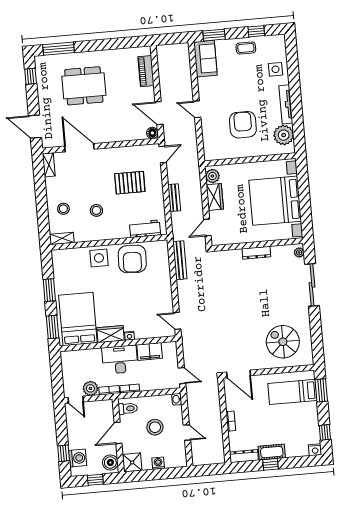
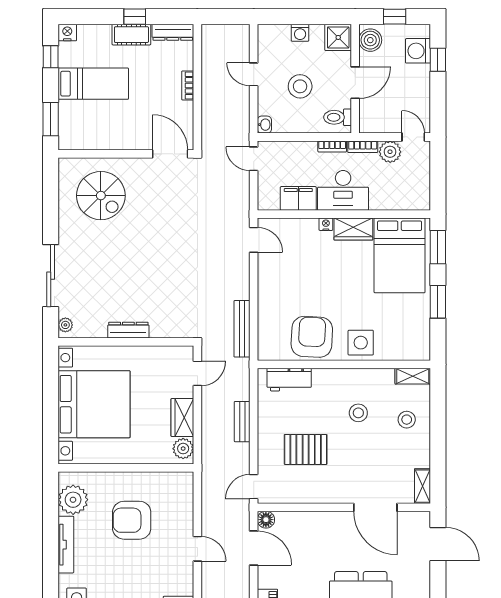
armchair: (243, 125) -> (132, 520), turned 90
bed: (292, 392) -> (93, 84), moved

